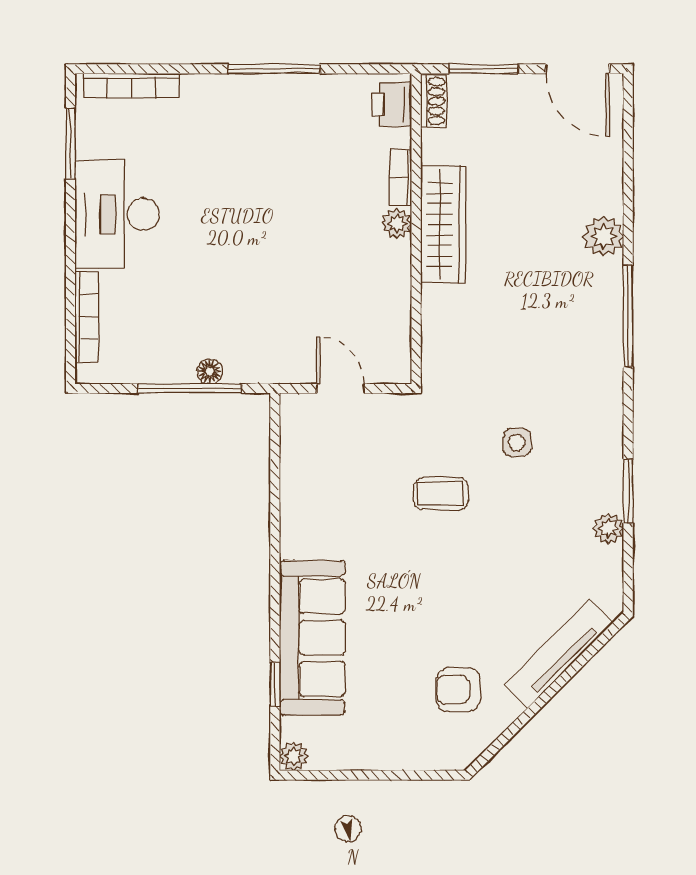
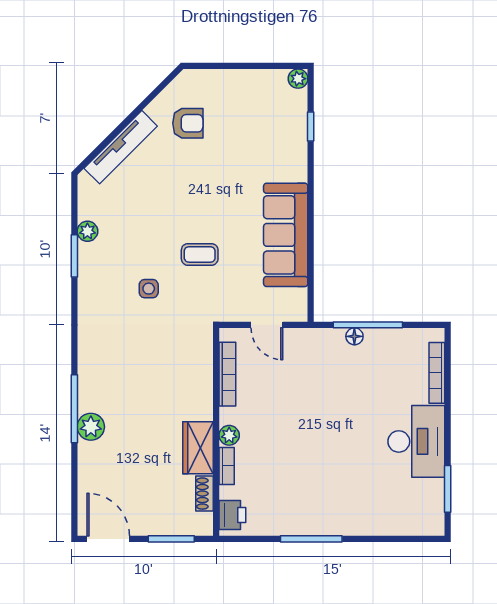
bookcase: (131, 86) -> (227, 374), moved, turned 90
shoe rack: (433, 101) -> (205, 494), moved
wardrobe: (443, 224) -> (198, 448), width x0.67
window: (628, 316) -> (74, 409), moved
sofa: (312, 638) -> (286, 235), moved

